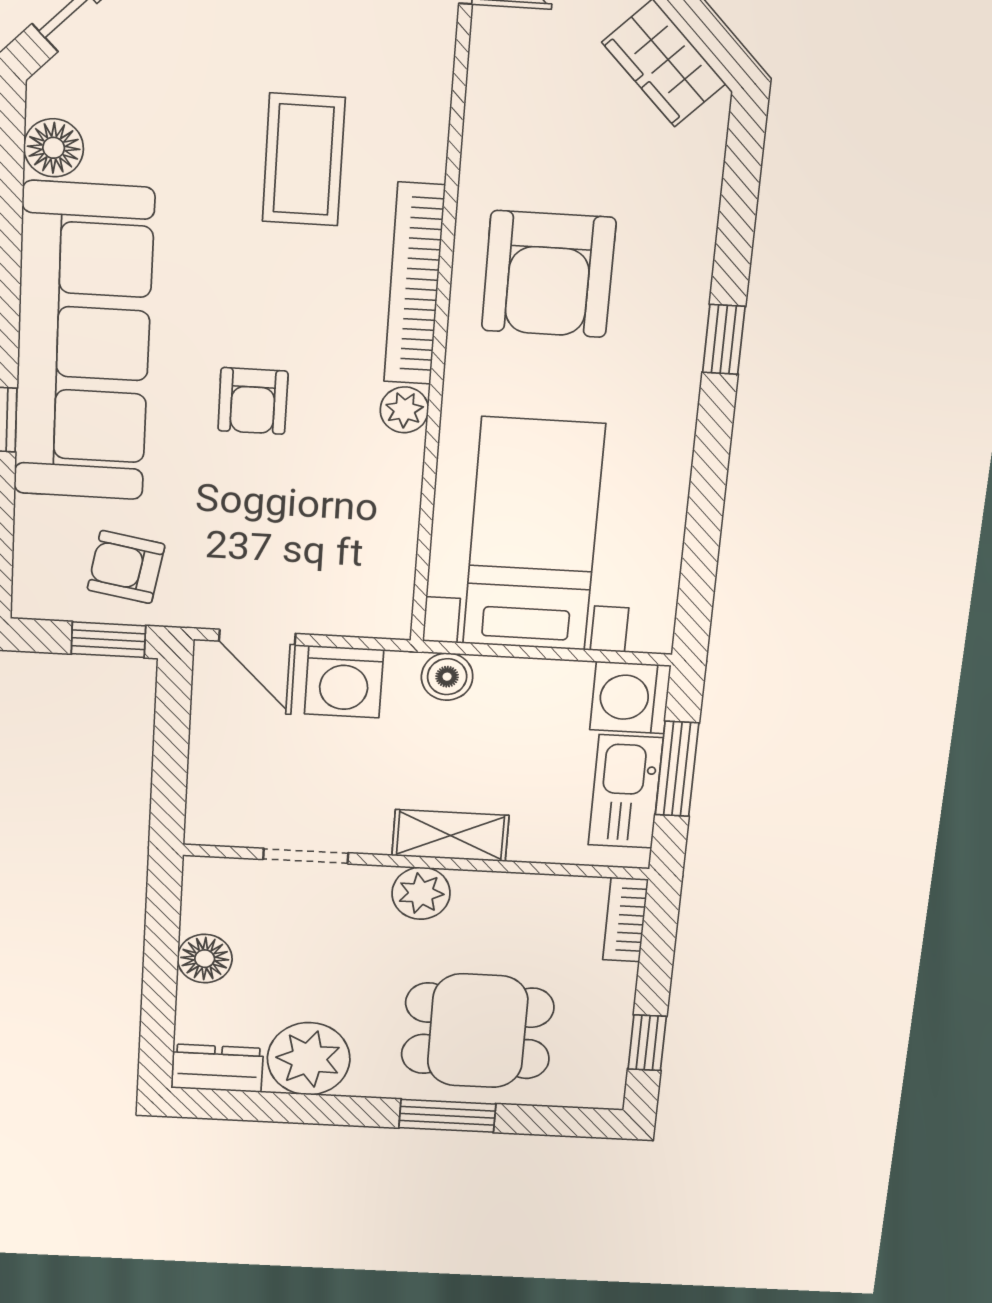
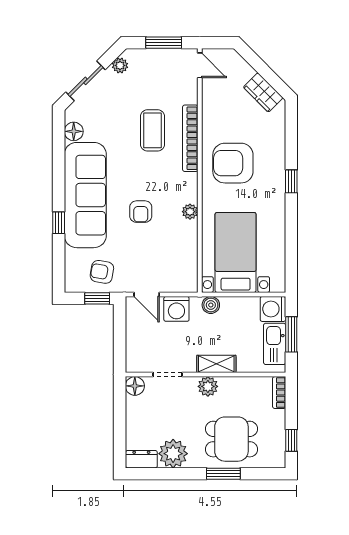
armchair: (549, 274) -> (233, 163), turned 90
bookcase: (414, 284) -> (190, 138), moved
floor lamp: (205, 959) -> (135, 386), moved

